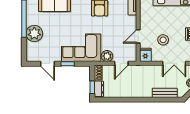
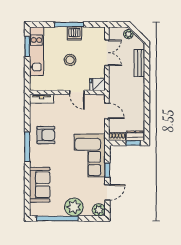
stool: (163, 40) -> (70, 60), moved
plant: (107, 56) -> (99, 210), moved

